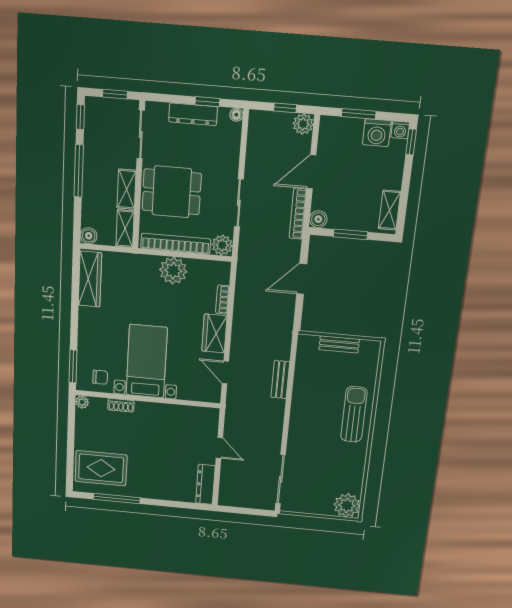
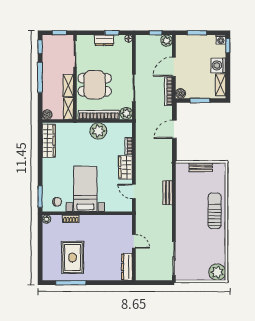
dresser: (193, 114) -> (104, 40), width x0.70
washing machine: (377, 133) -> (218, 65), moved, turned 90
rug: (101, 468) -> (73, 257), moved, turned 90

